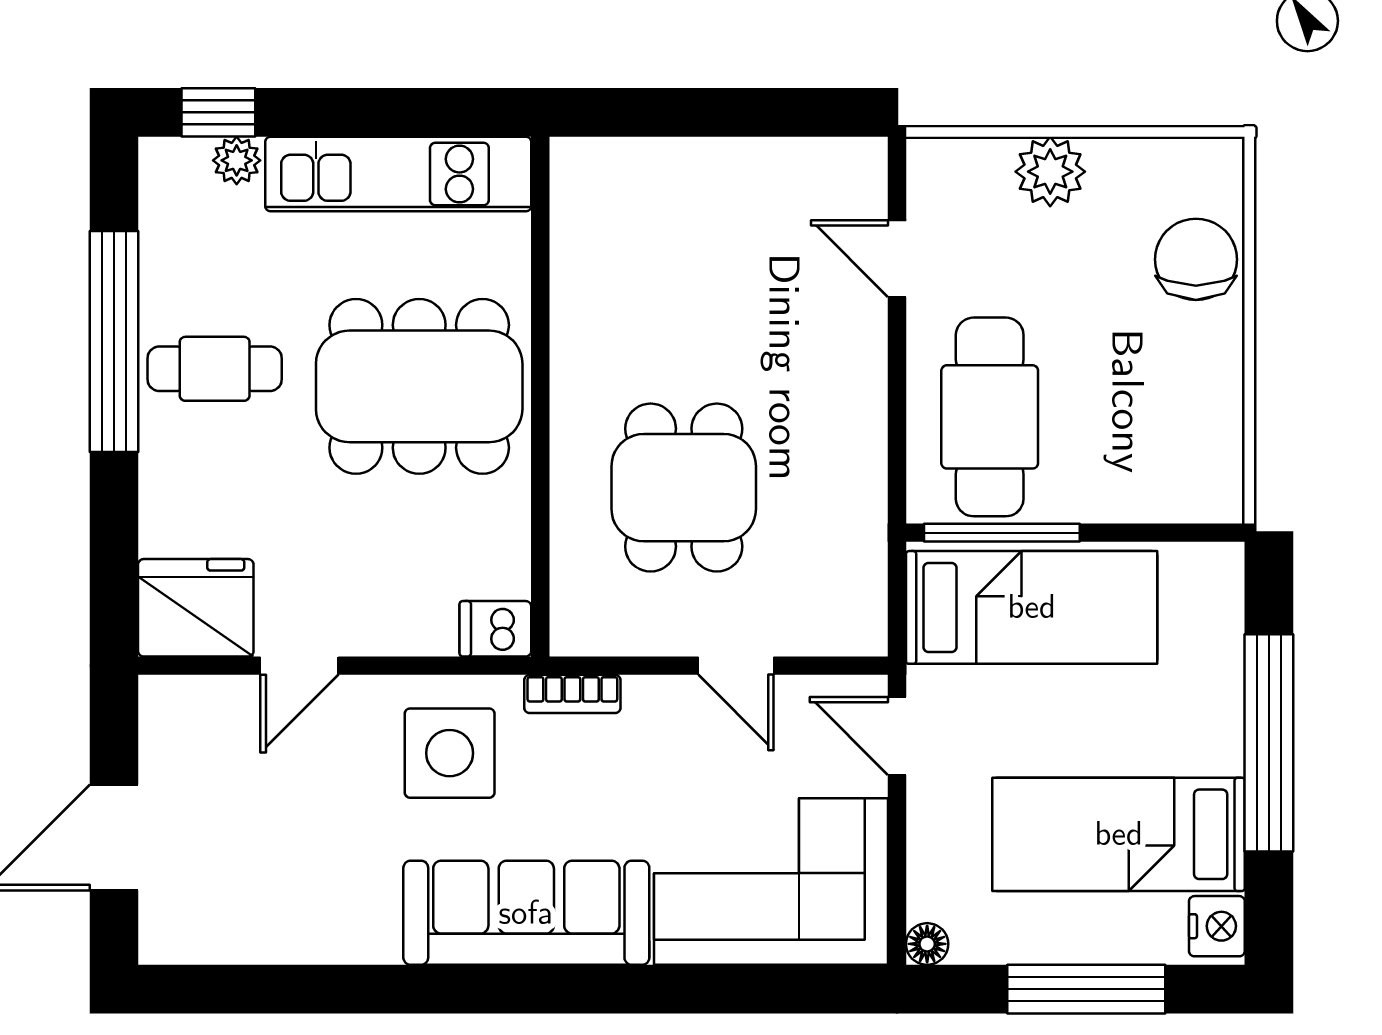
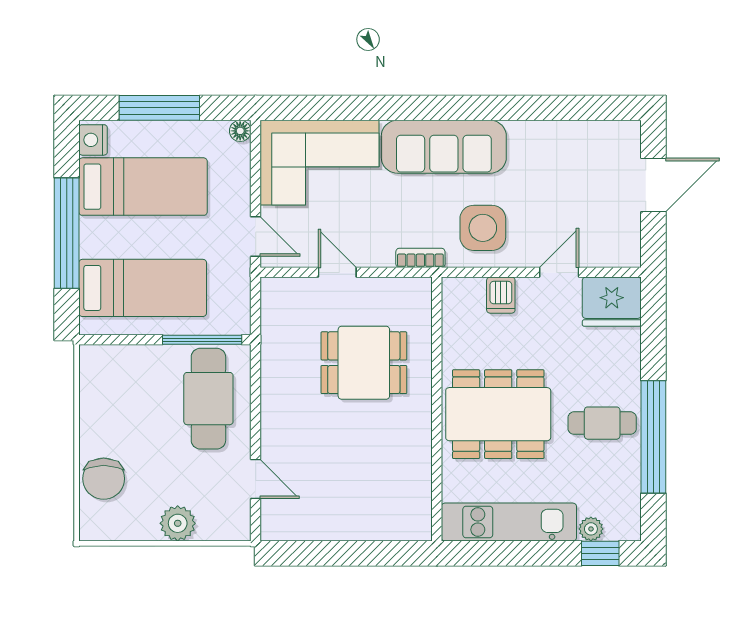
dining table: (684, 488) -> (364, 363), turned 90
bed: (1032, 607) -> (143, 288), moved, turned 180
dishwasher: (495, 629) -> (501, 295), moved, turned 90

